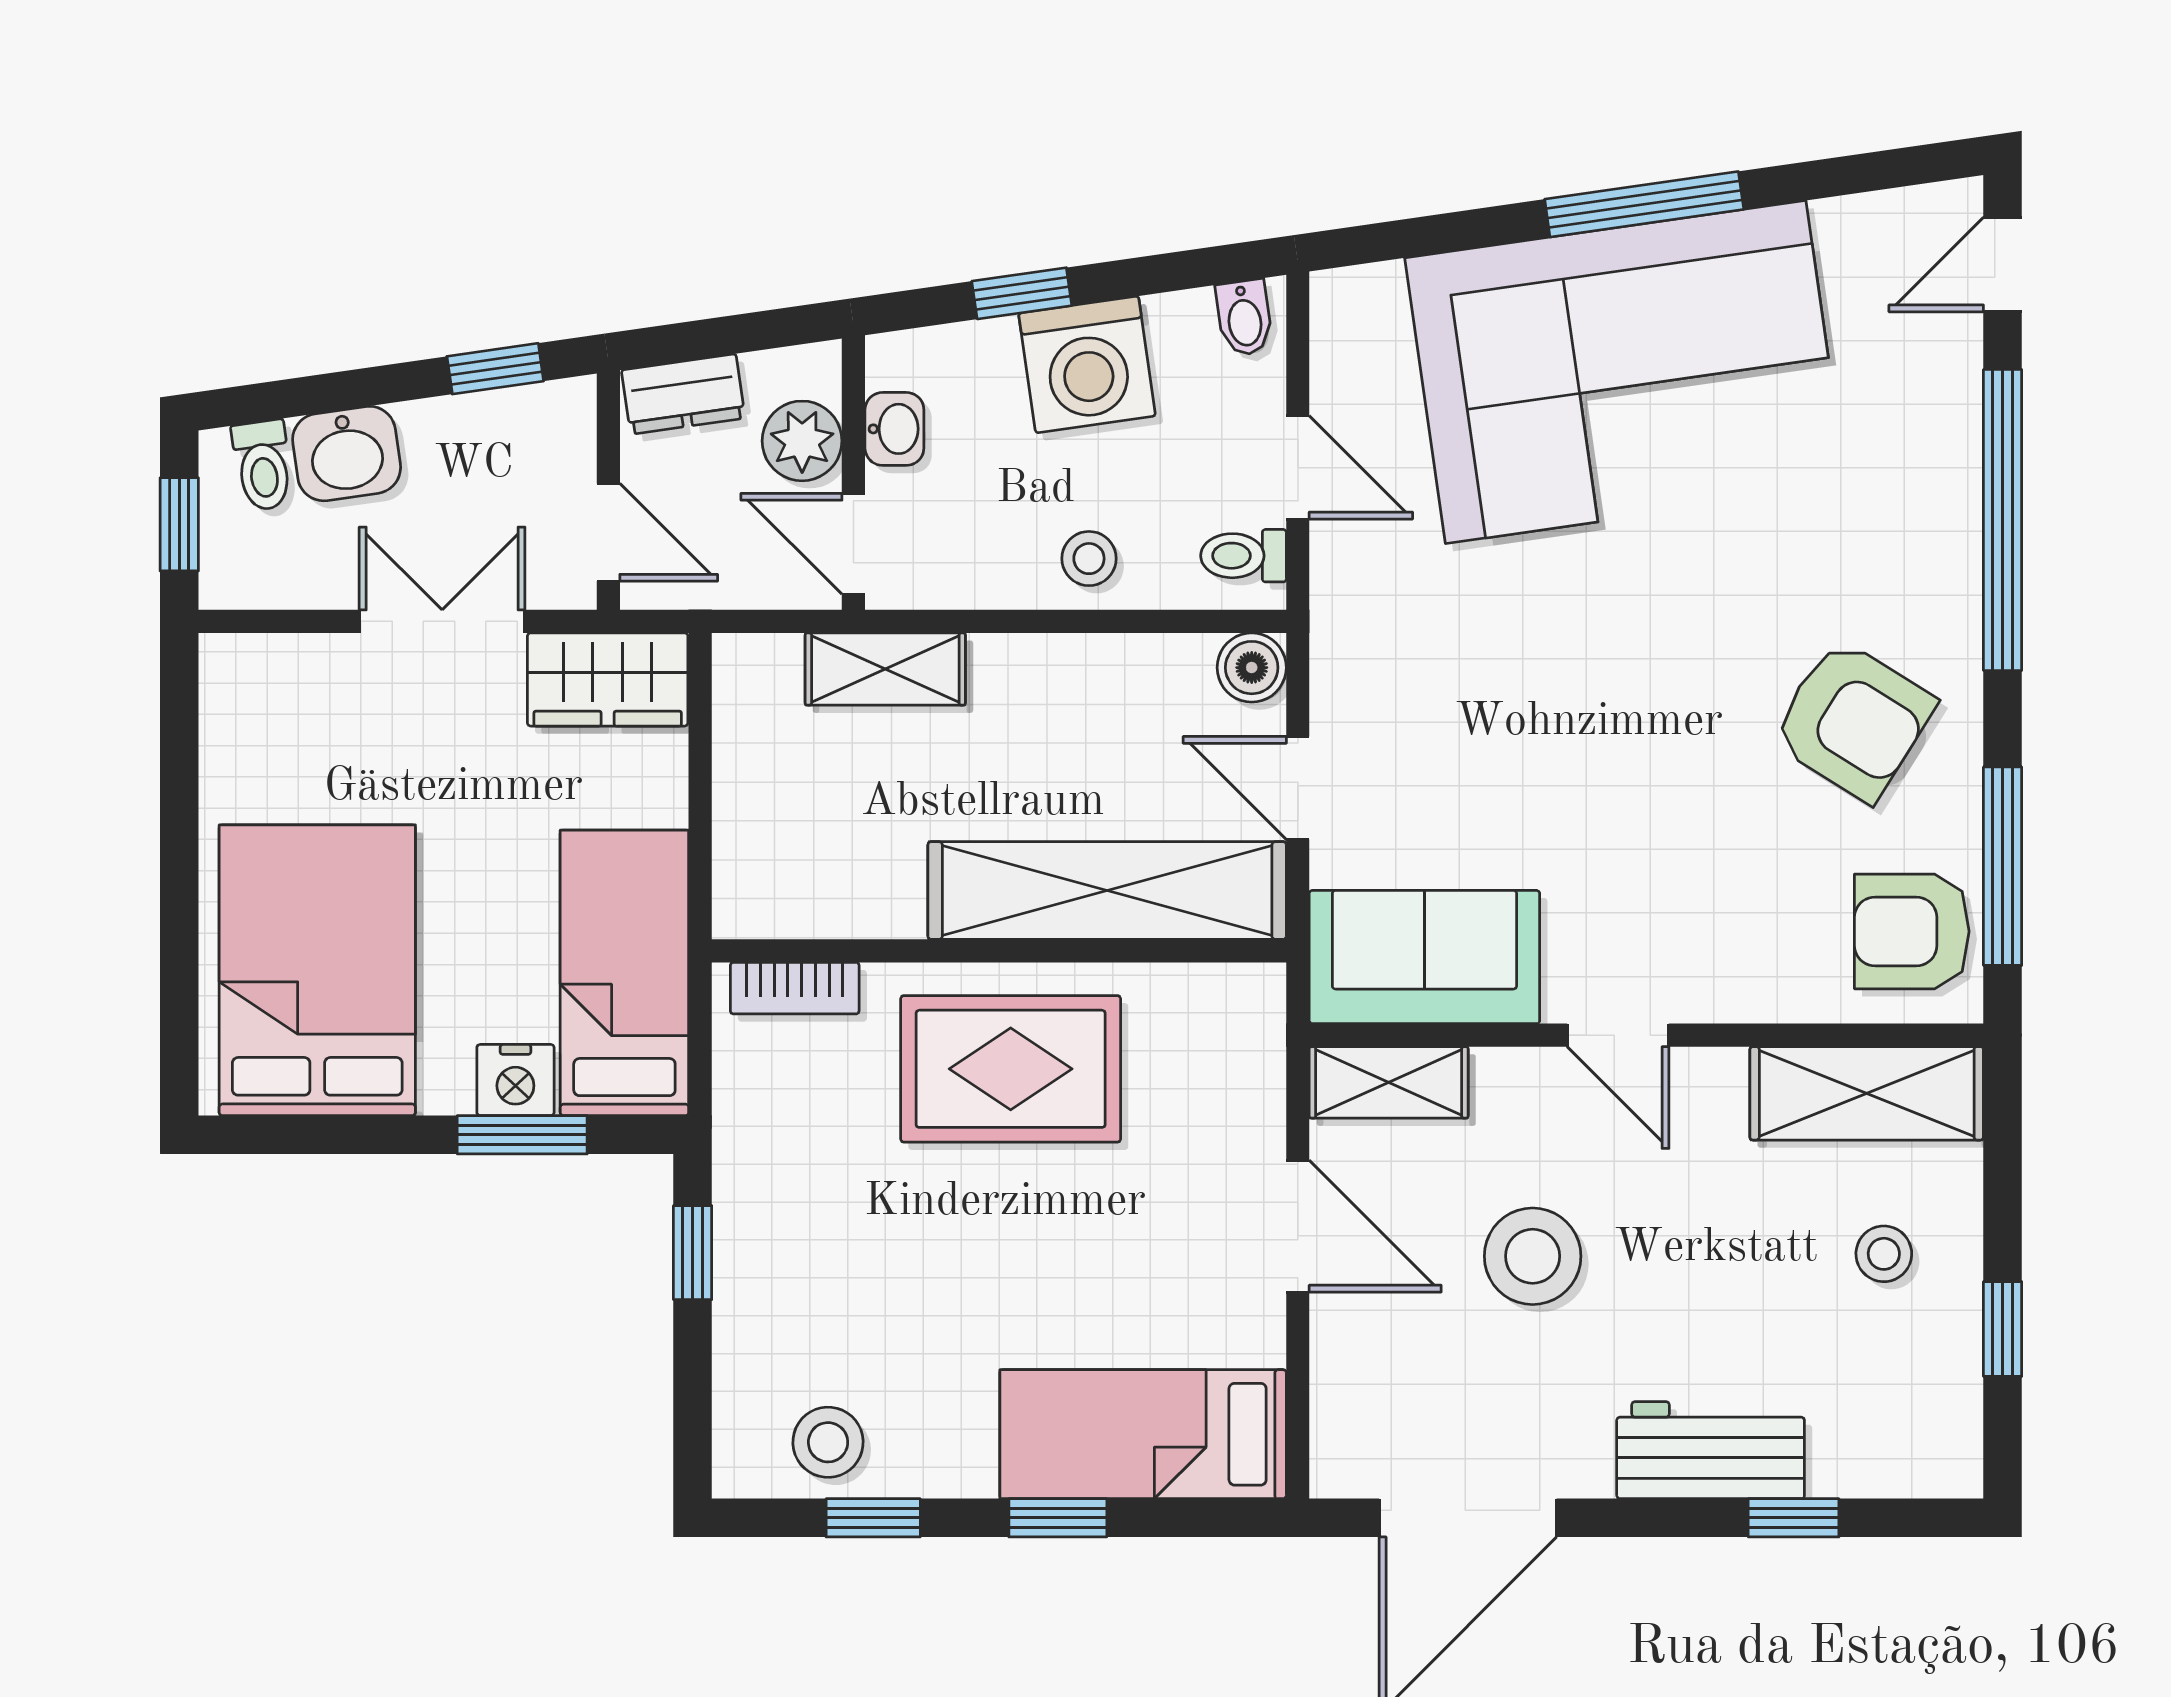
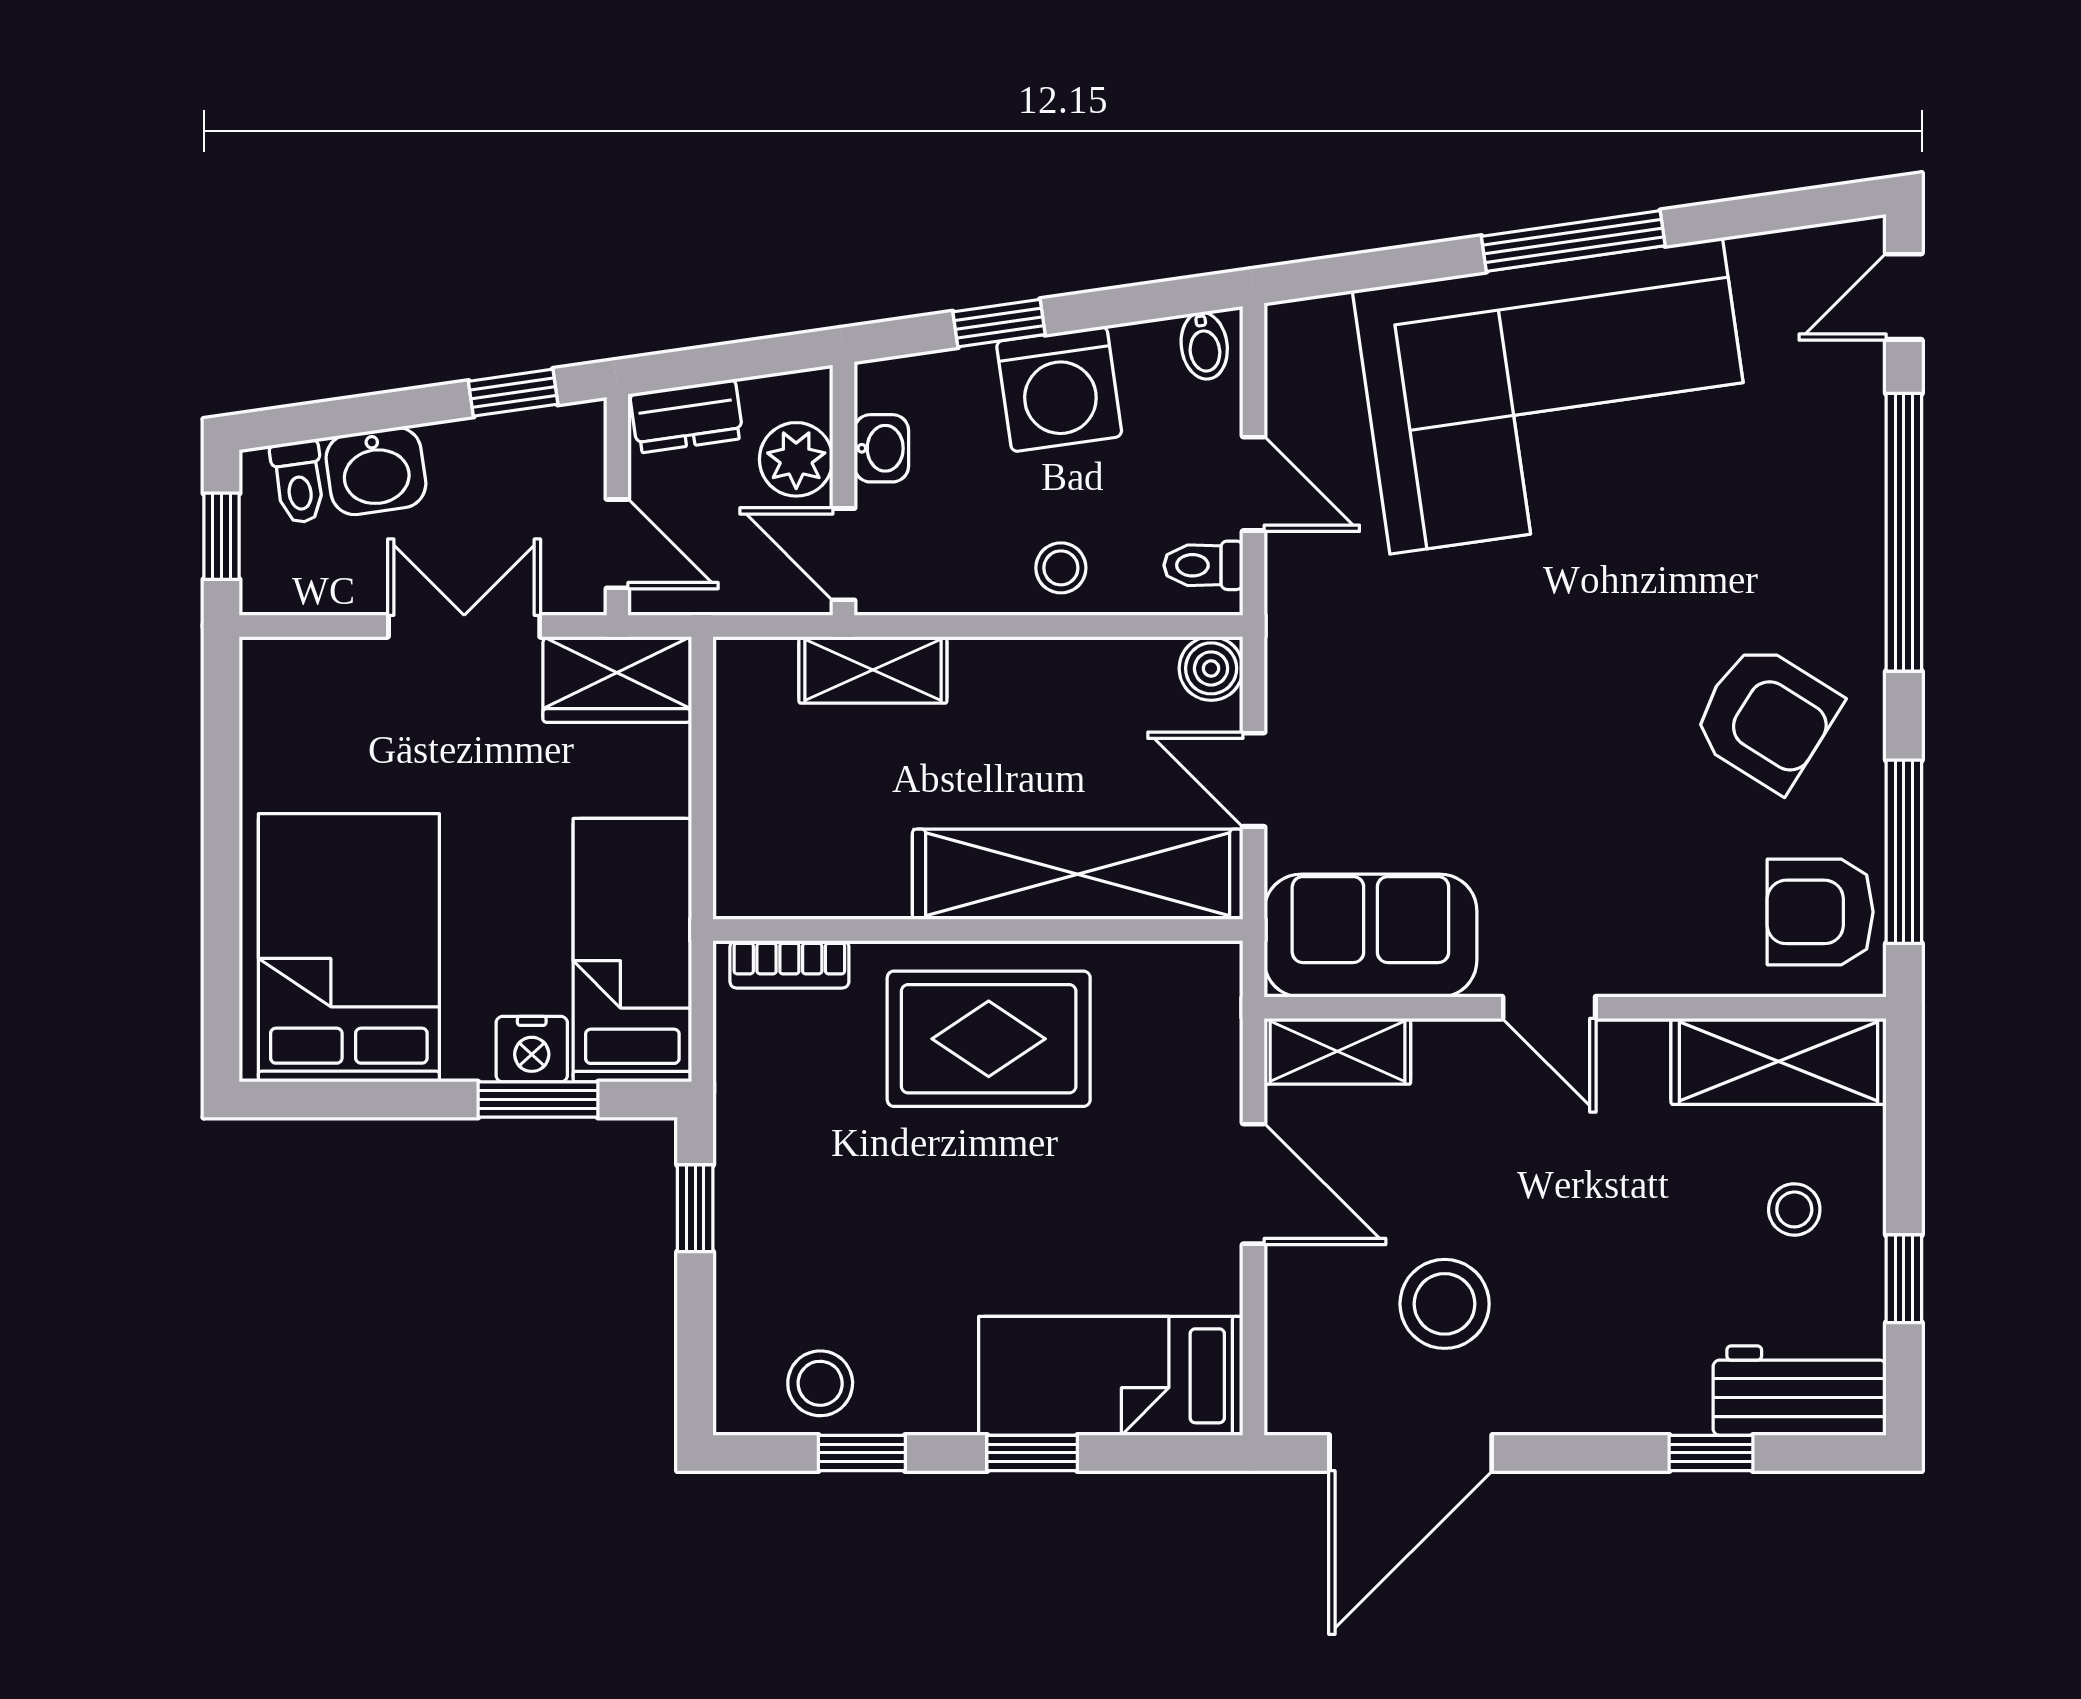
stool: (1533, 1256) -> (1445, 1304), moved
workbench: (1711, 1450) -> (1800, 1391), moved

